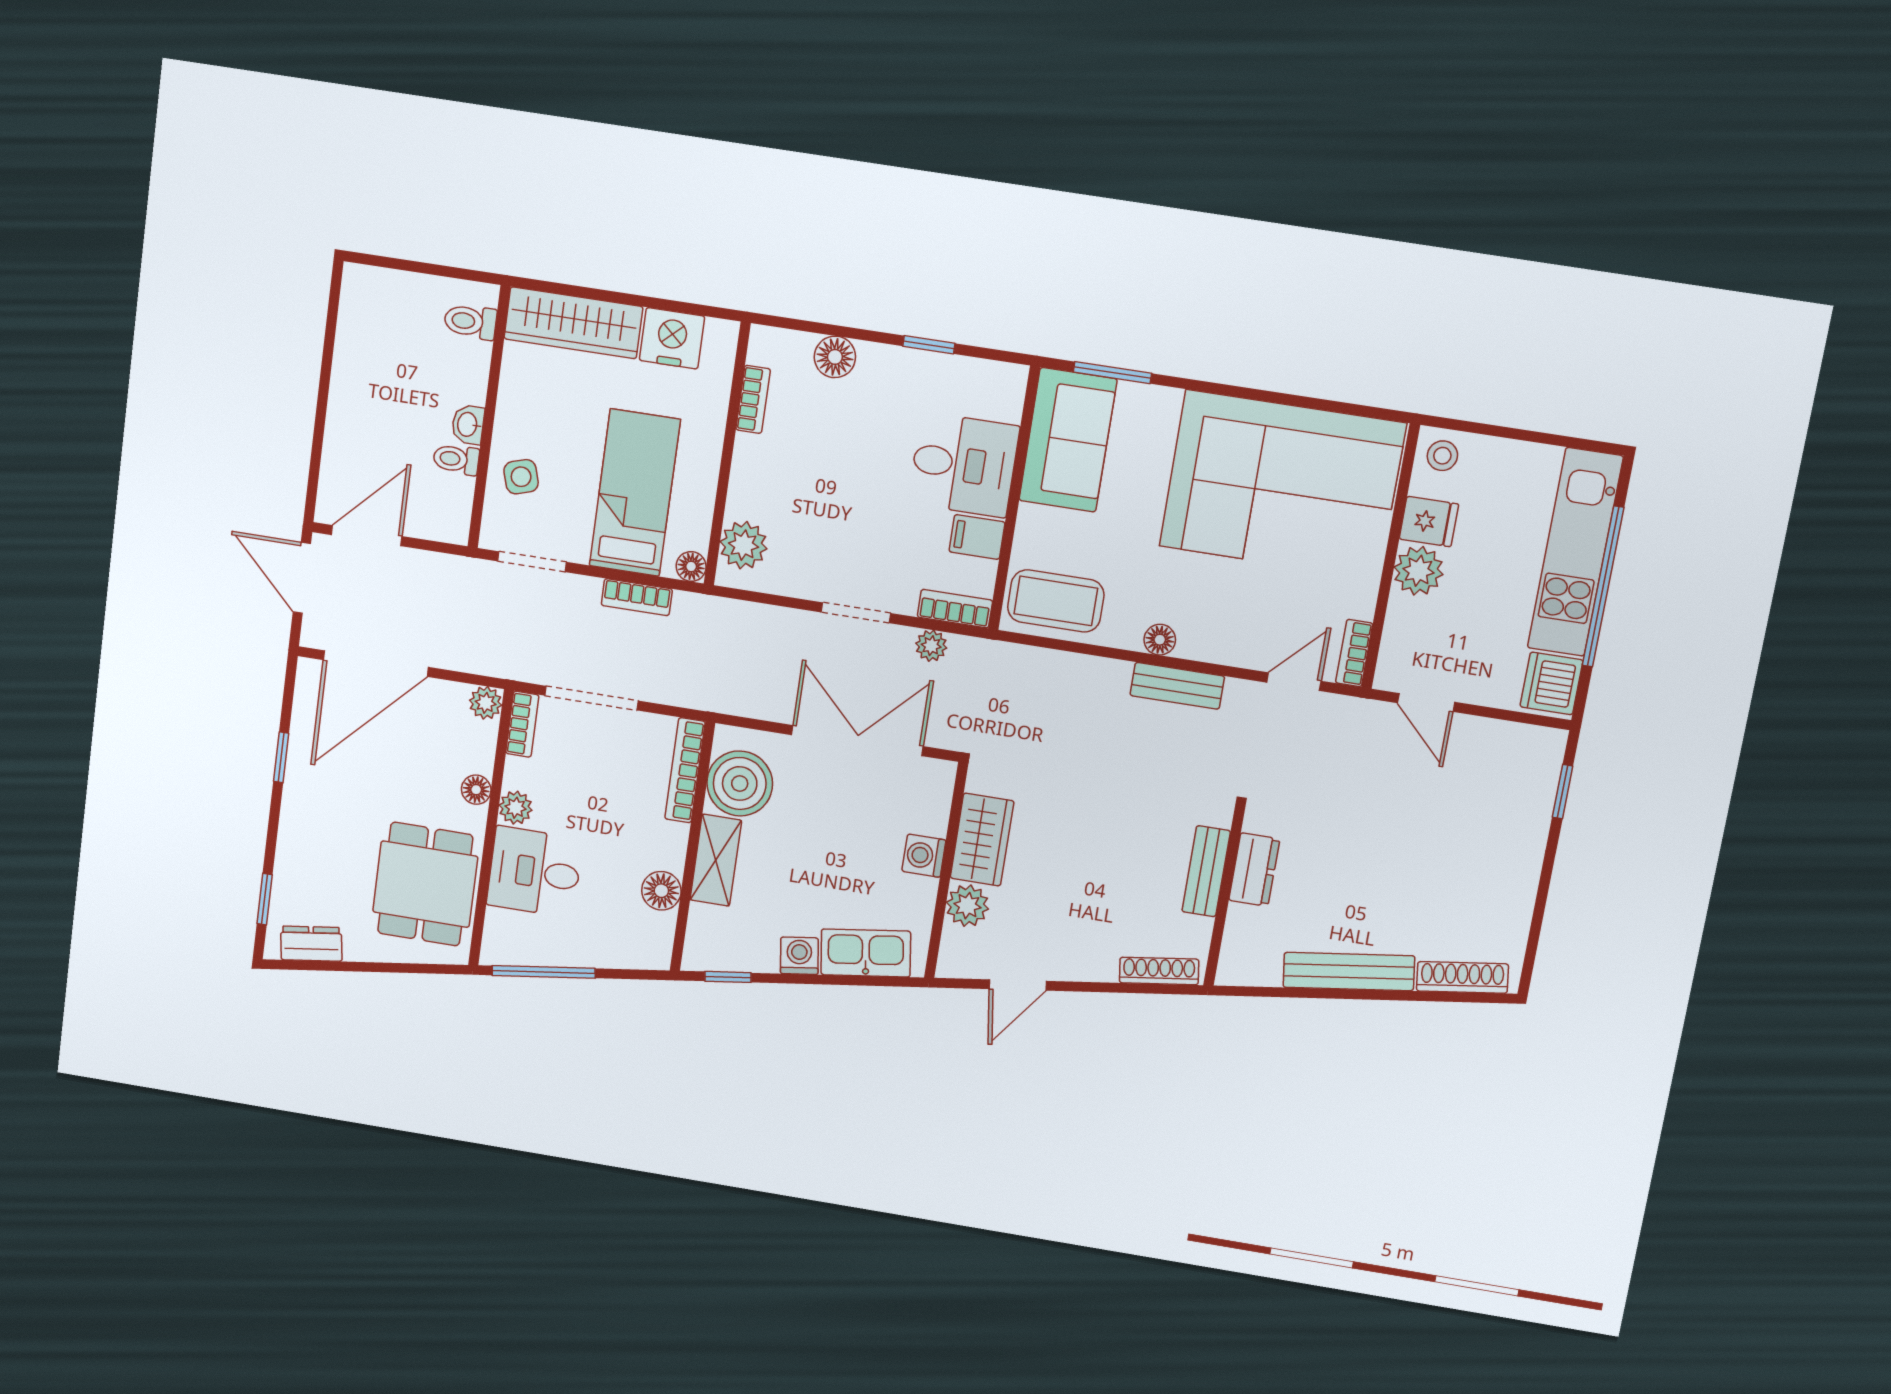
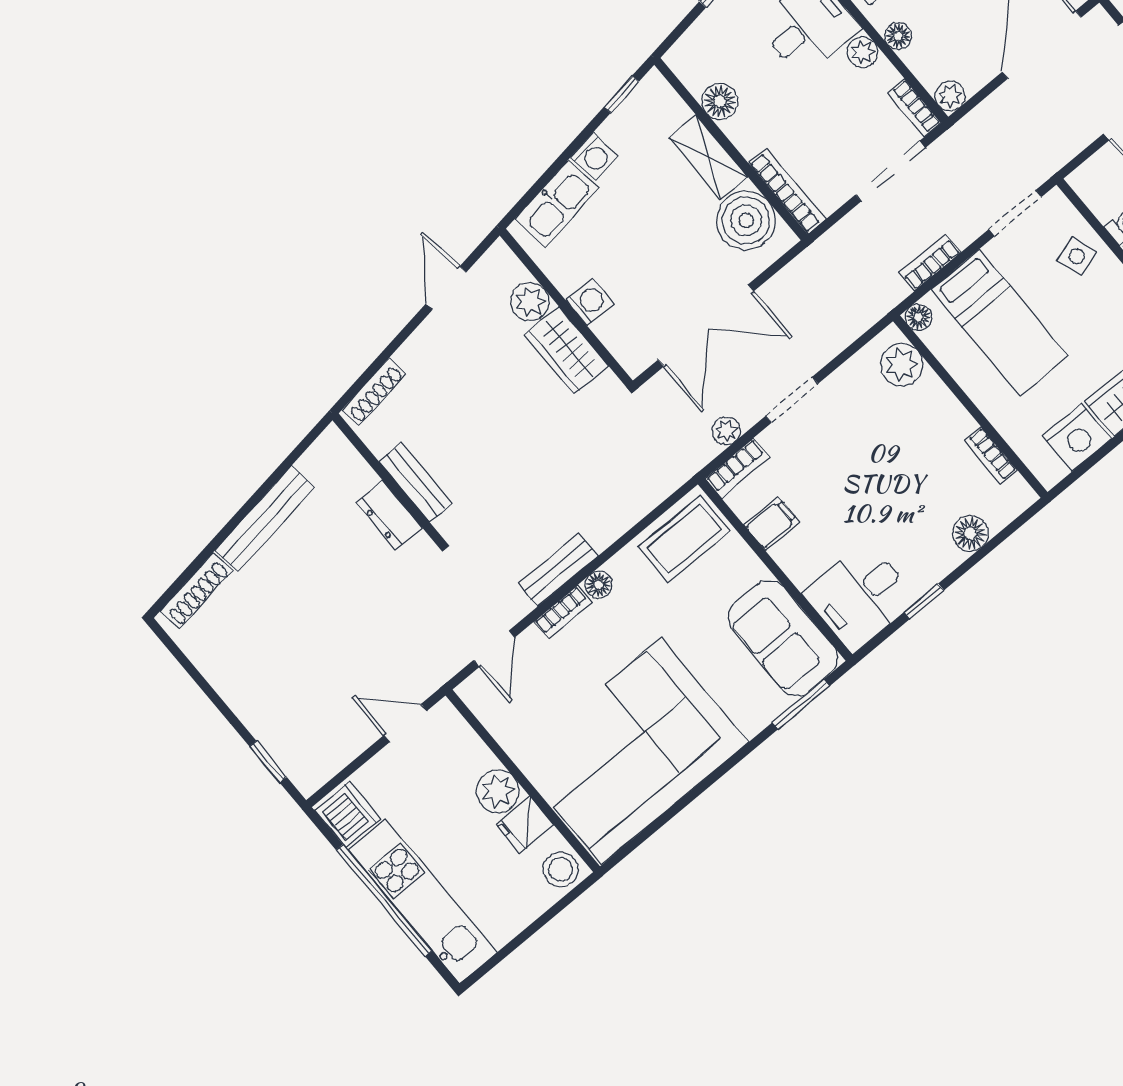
stool: (1442, 456) -> (561, 869), width x1.37, depth x1.37
desk: (964, 465) -> (860, 596), moved
bookcase: (1354, 653) -> (563, 612), moved, turned 90

